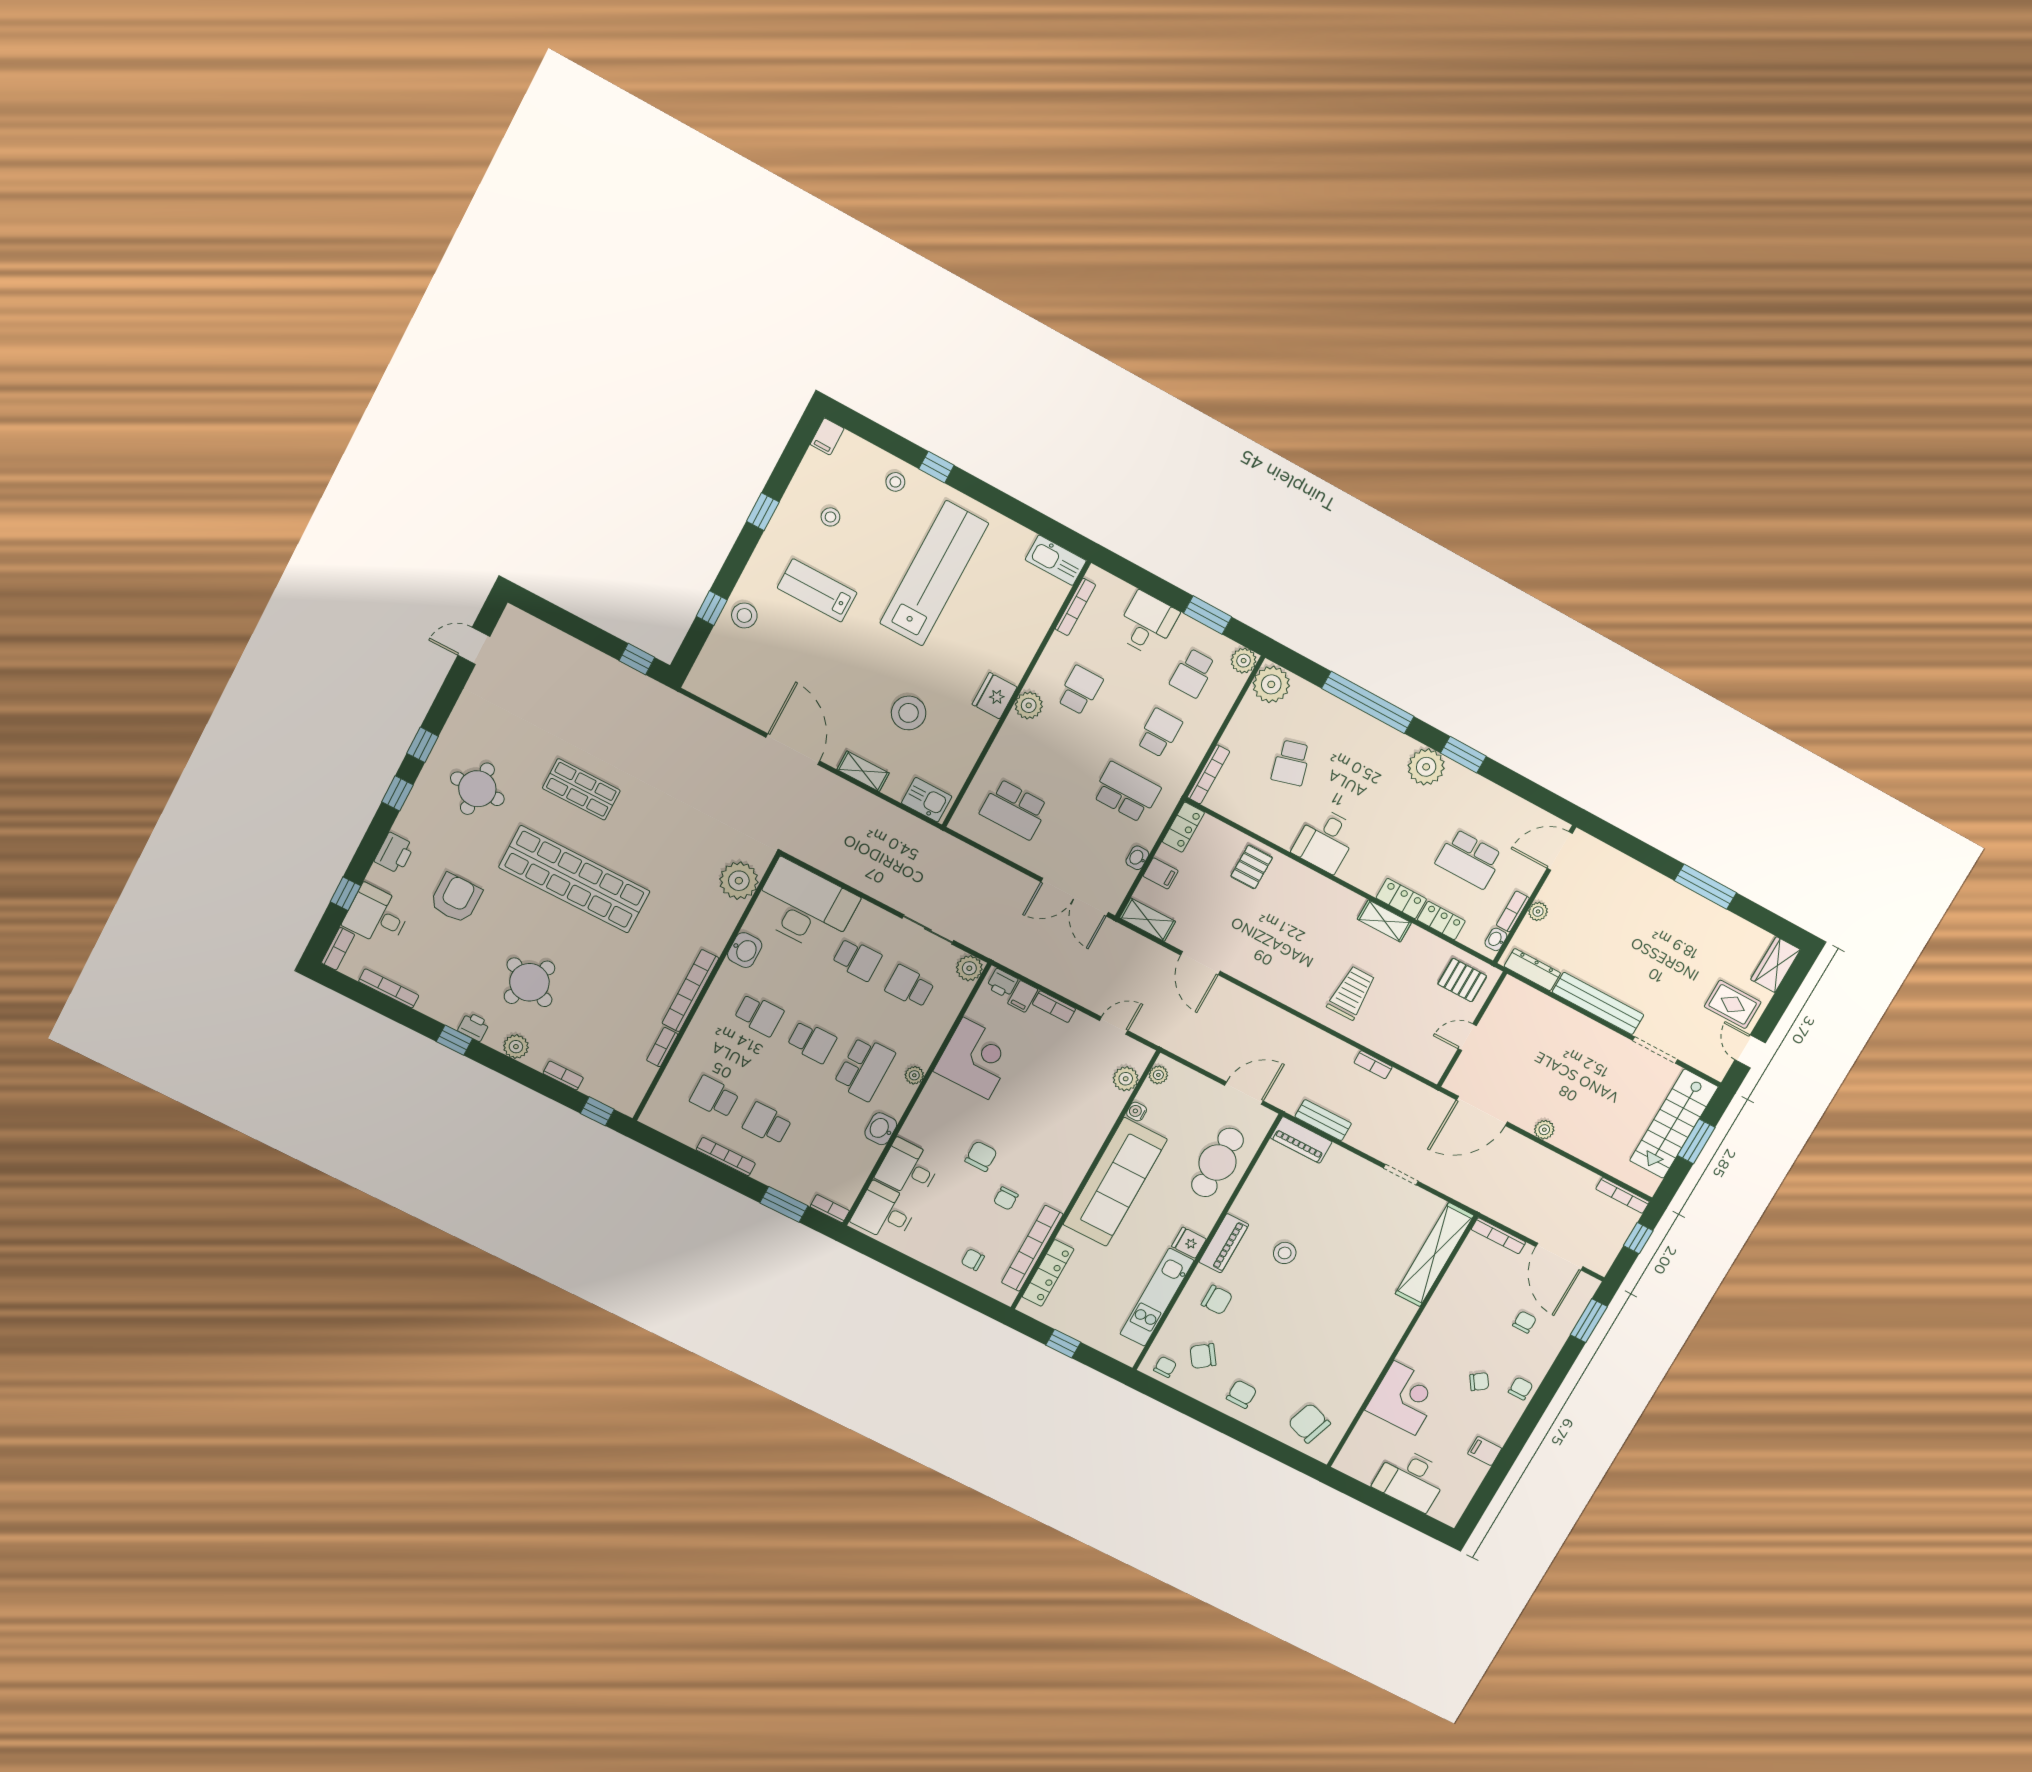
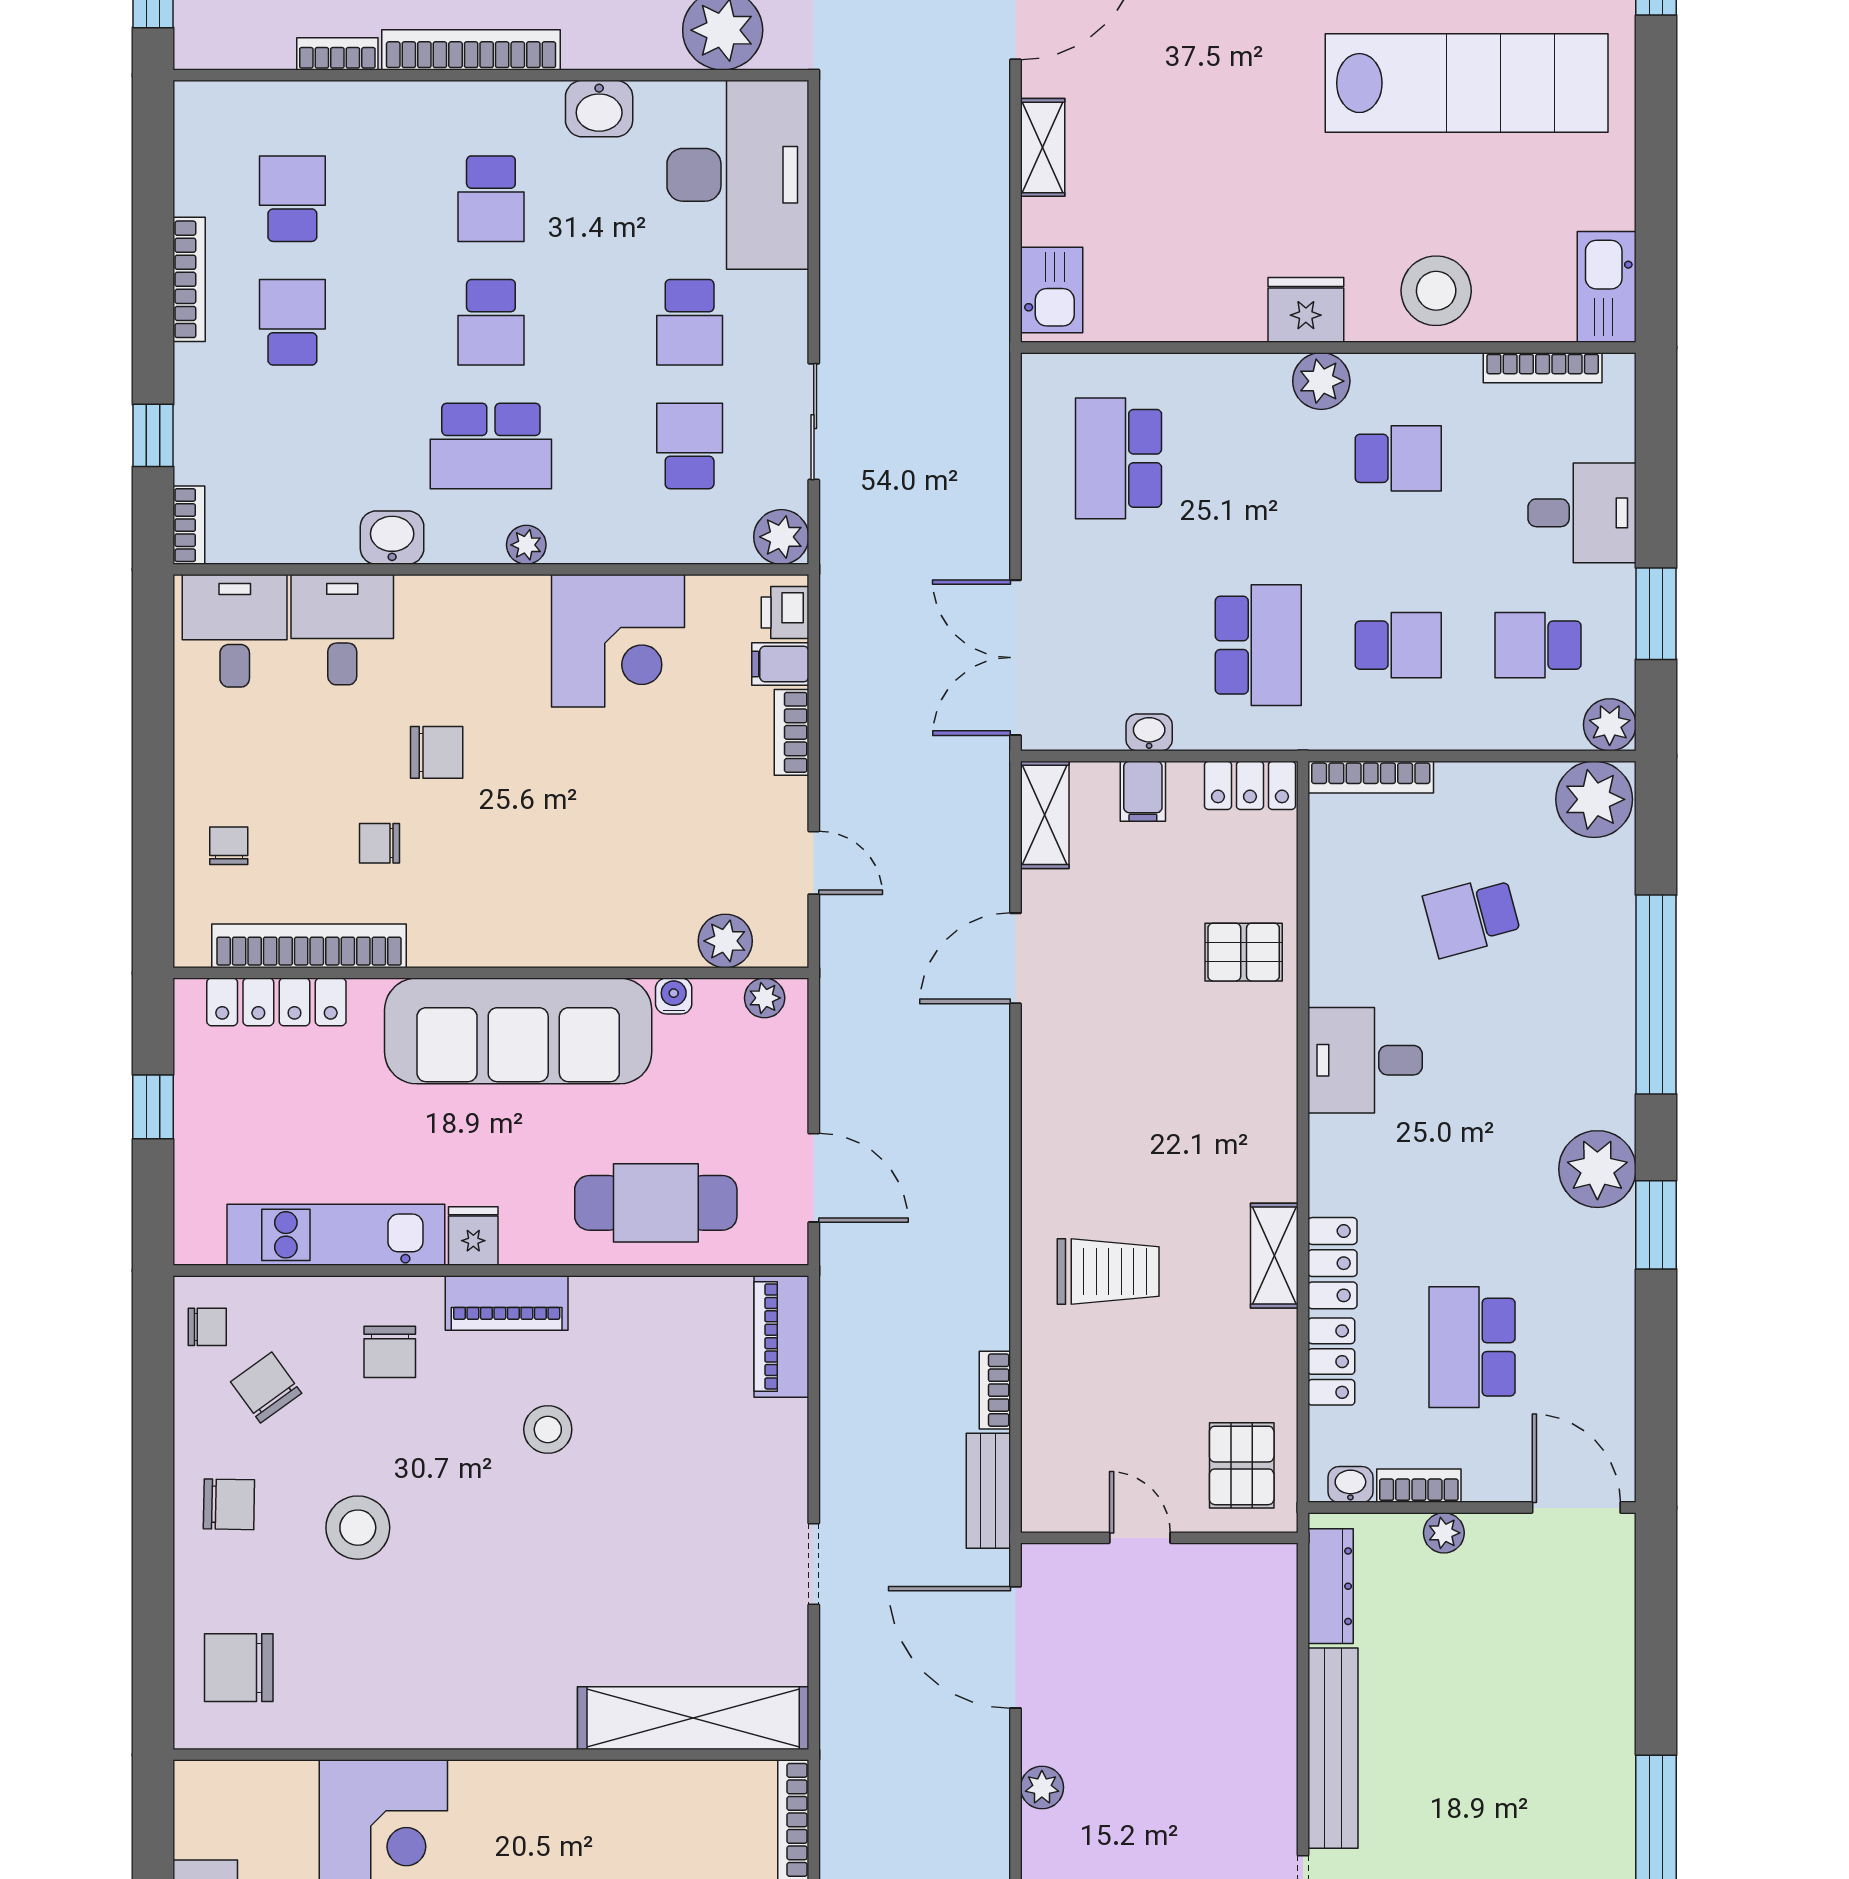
stool: (909, 713) -> (1436, 291), moved
bench: (1323, 1120) -> (988, 1491), moved
window: (784, 1204) -> (153, 435), width x0.67
stool: (1280, 1348) -> (358, 1528), added
chair: (1309, 1423) -> (239, 1668), turned -109

